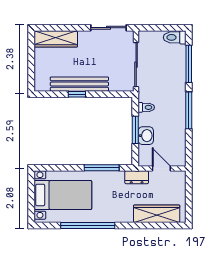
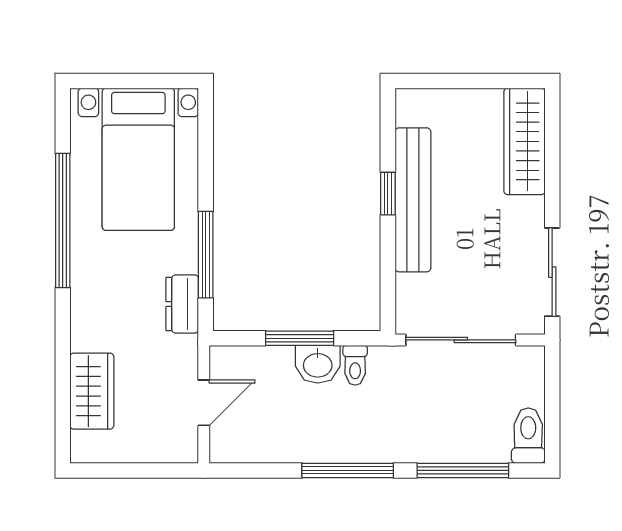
washbasin: (146, 136) -> (318, 364), moved
dresser: (137, 177) -> (182, 304), moved
wardrobe: (157, 214) -> (92, 391), width x0.67

